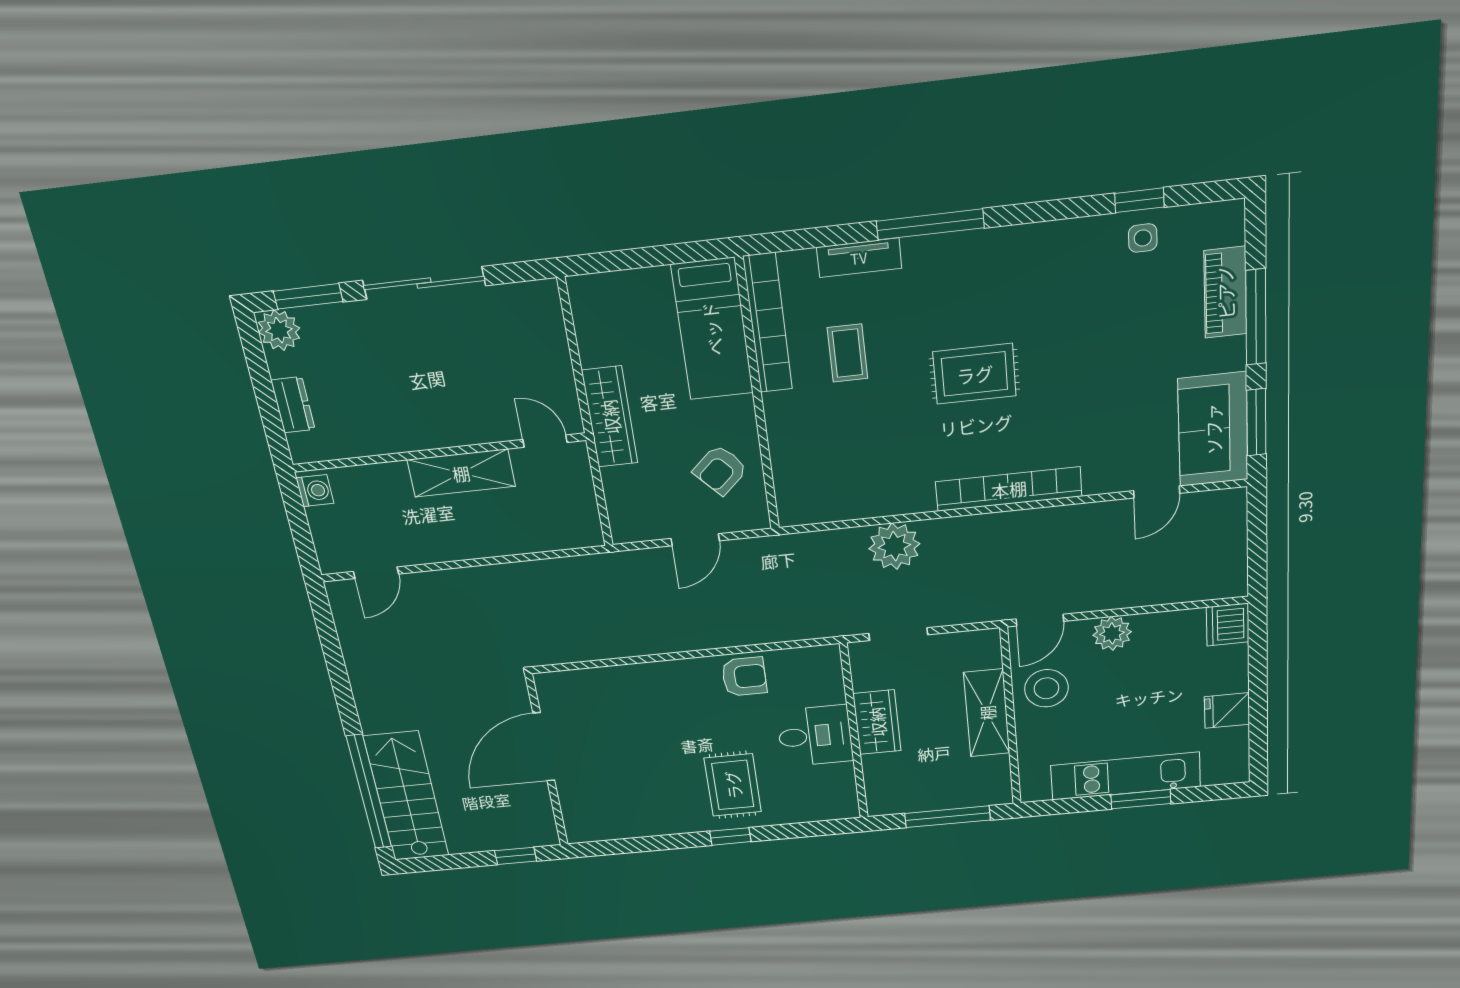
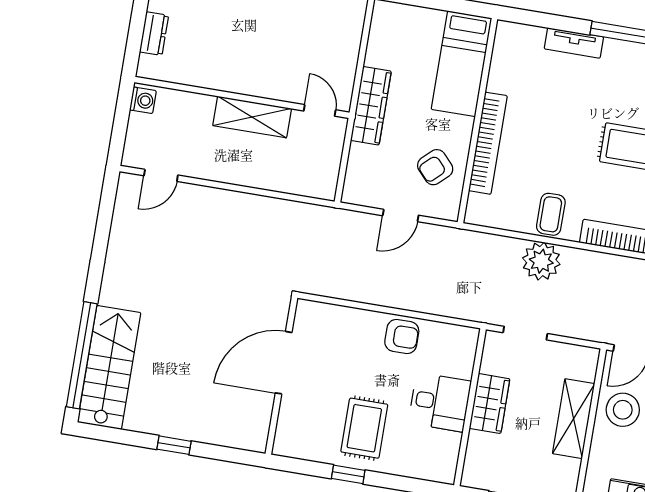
bookcase: (768, 323) -> (488, 143), moved
coffee table: (847, 353) -> (551, 214), moved
door: (544, 747) -> (284, 363), moved
wall: (547, 761) -> (281, 376), moved

